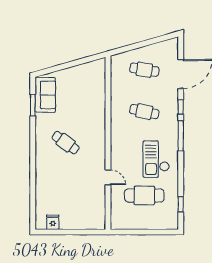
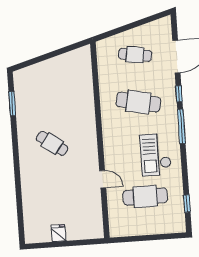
sofa: (45, 95) -> (25, 91), removed
cafe table: (144, 112) -> (138, 102), width x1.37, depth x1.35
fridge: (53, 222) -> (59, 233), moved

